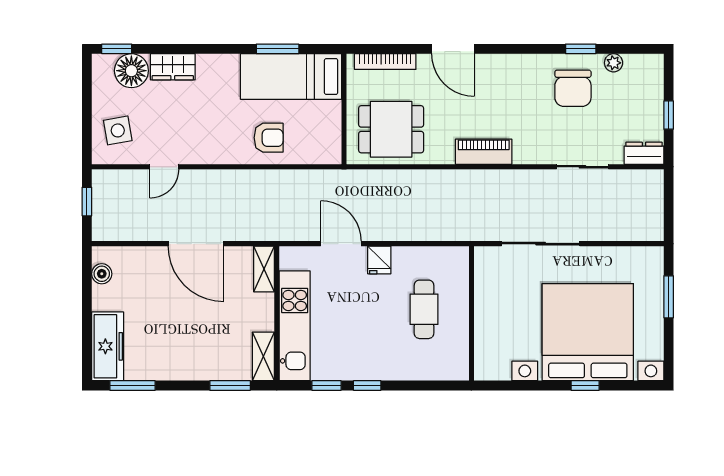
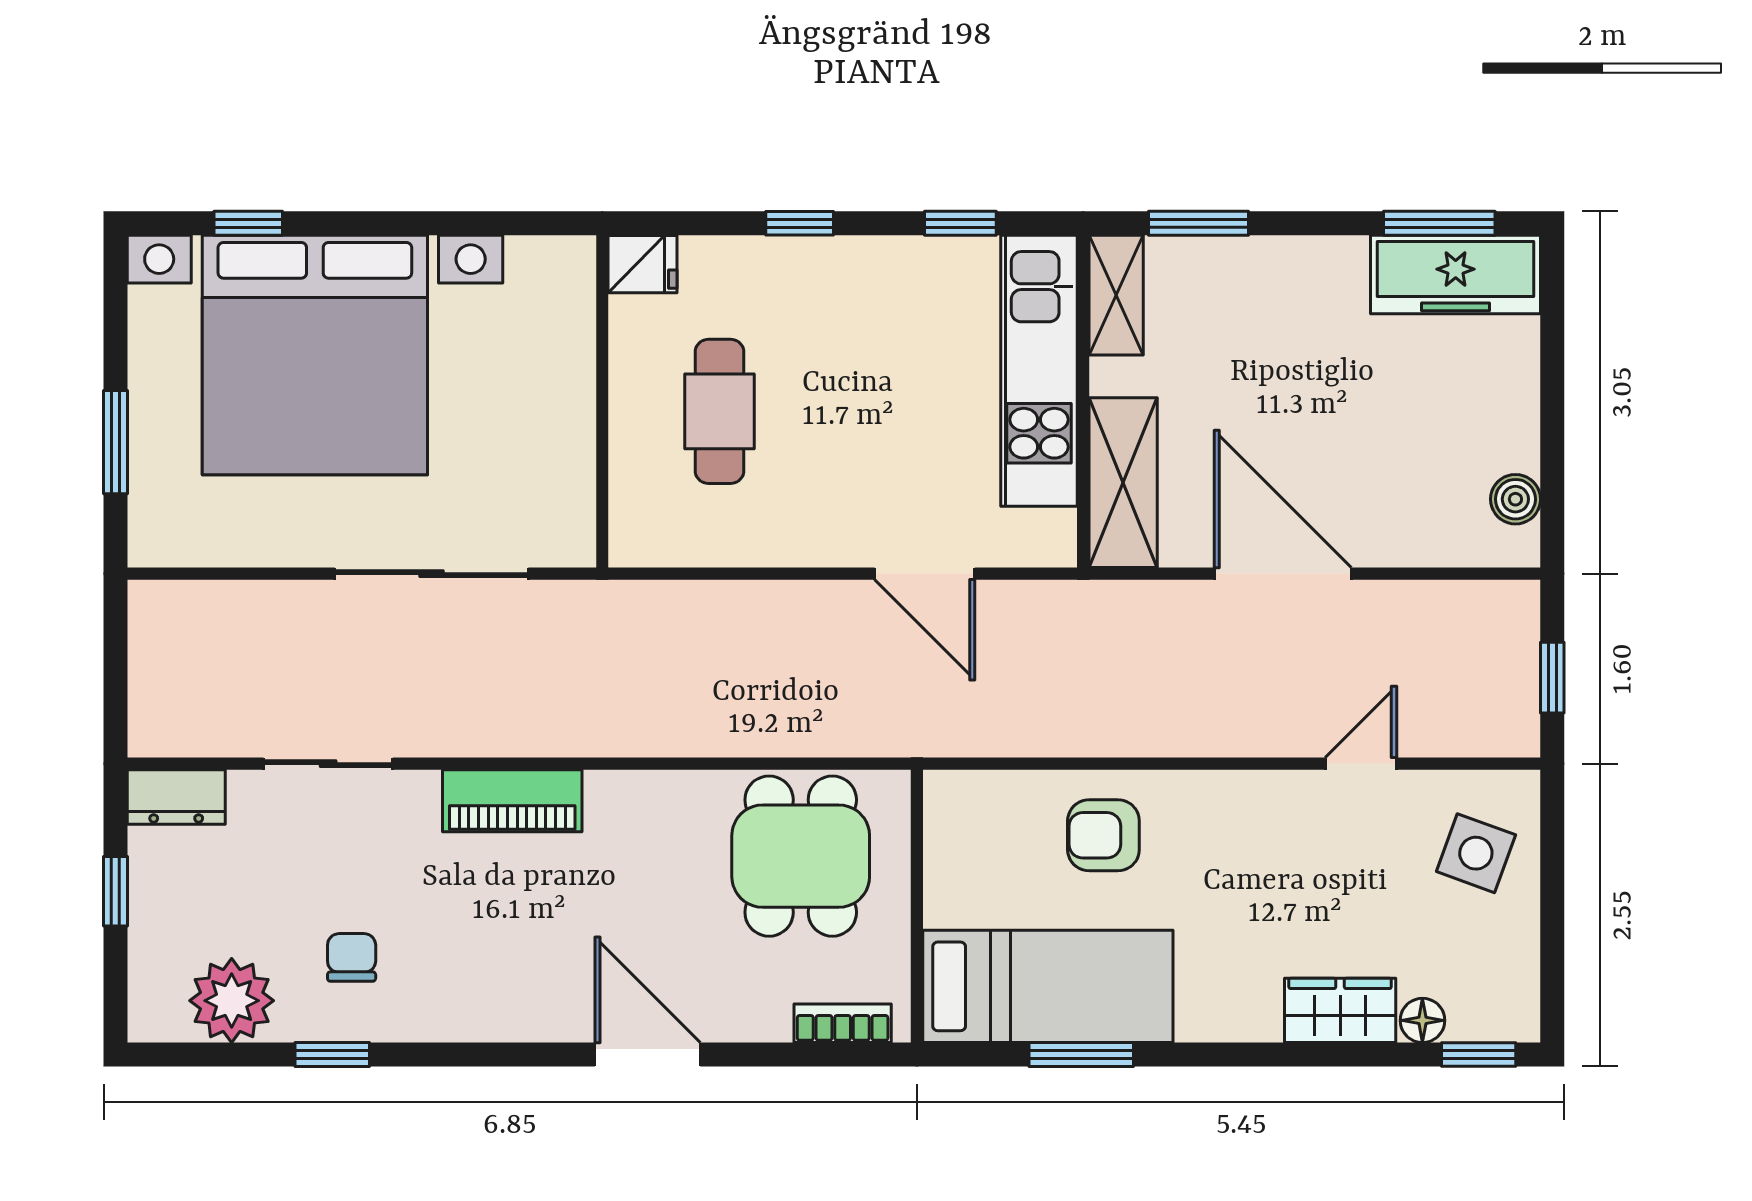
bookcase: (385, 62) -> (843, 1023), width x0.64
plant: (614, 63) -> (232, 1001), width x1.88, depth x1.88
floor lamp: (131, 71) -> (1422, 1020), width x0.53, depth x0.53
chair: (573, 88) -> (352, 957), width x0.54, depth x0.54
dining table: (391, 129) -> (801, 856), turned 90
side table: (118, 130) -> (1476, 853), turned 30
piano: (484, 152) -> (512, 801), moved
fridge: (379, 260) -> (643, 264), moved, turned 90
shelving: (264, 269) -> (1123, 483), width x1.50, depth x1.33
freezer: (108, 346) -> (1456, 275), moved, turned -90
window: (367, 385) -> (800, 223), moved
window: (585, 385) -> (248, 223), moved

